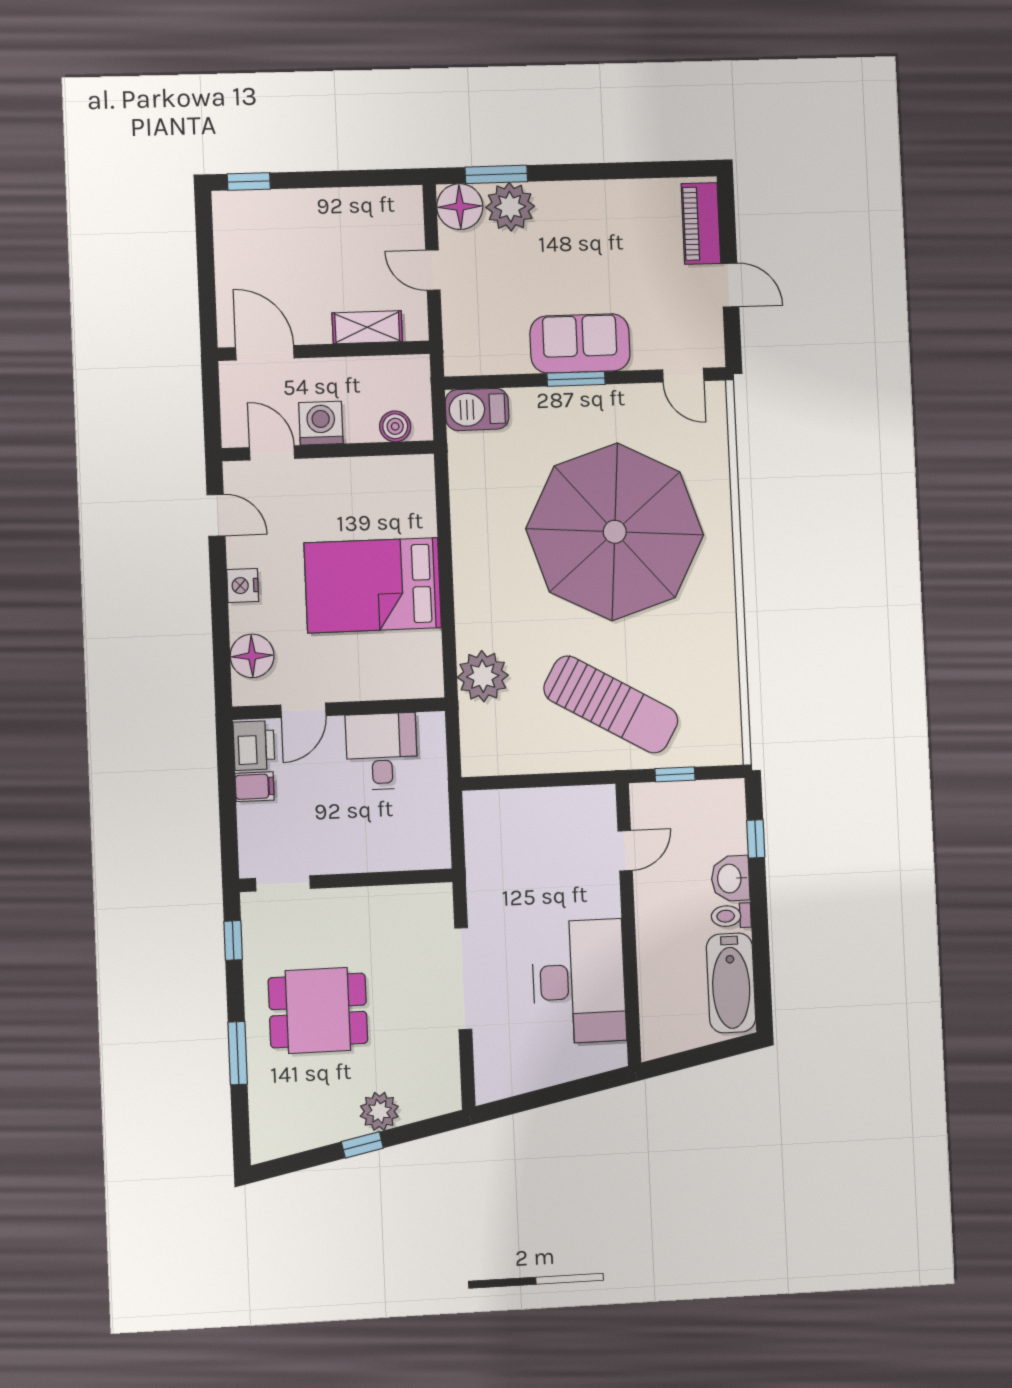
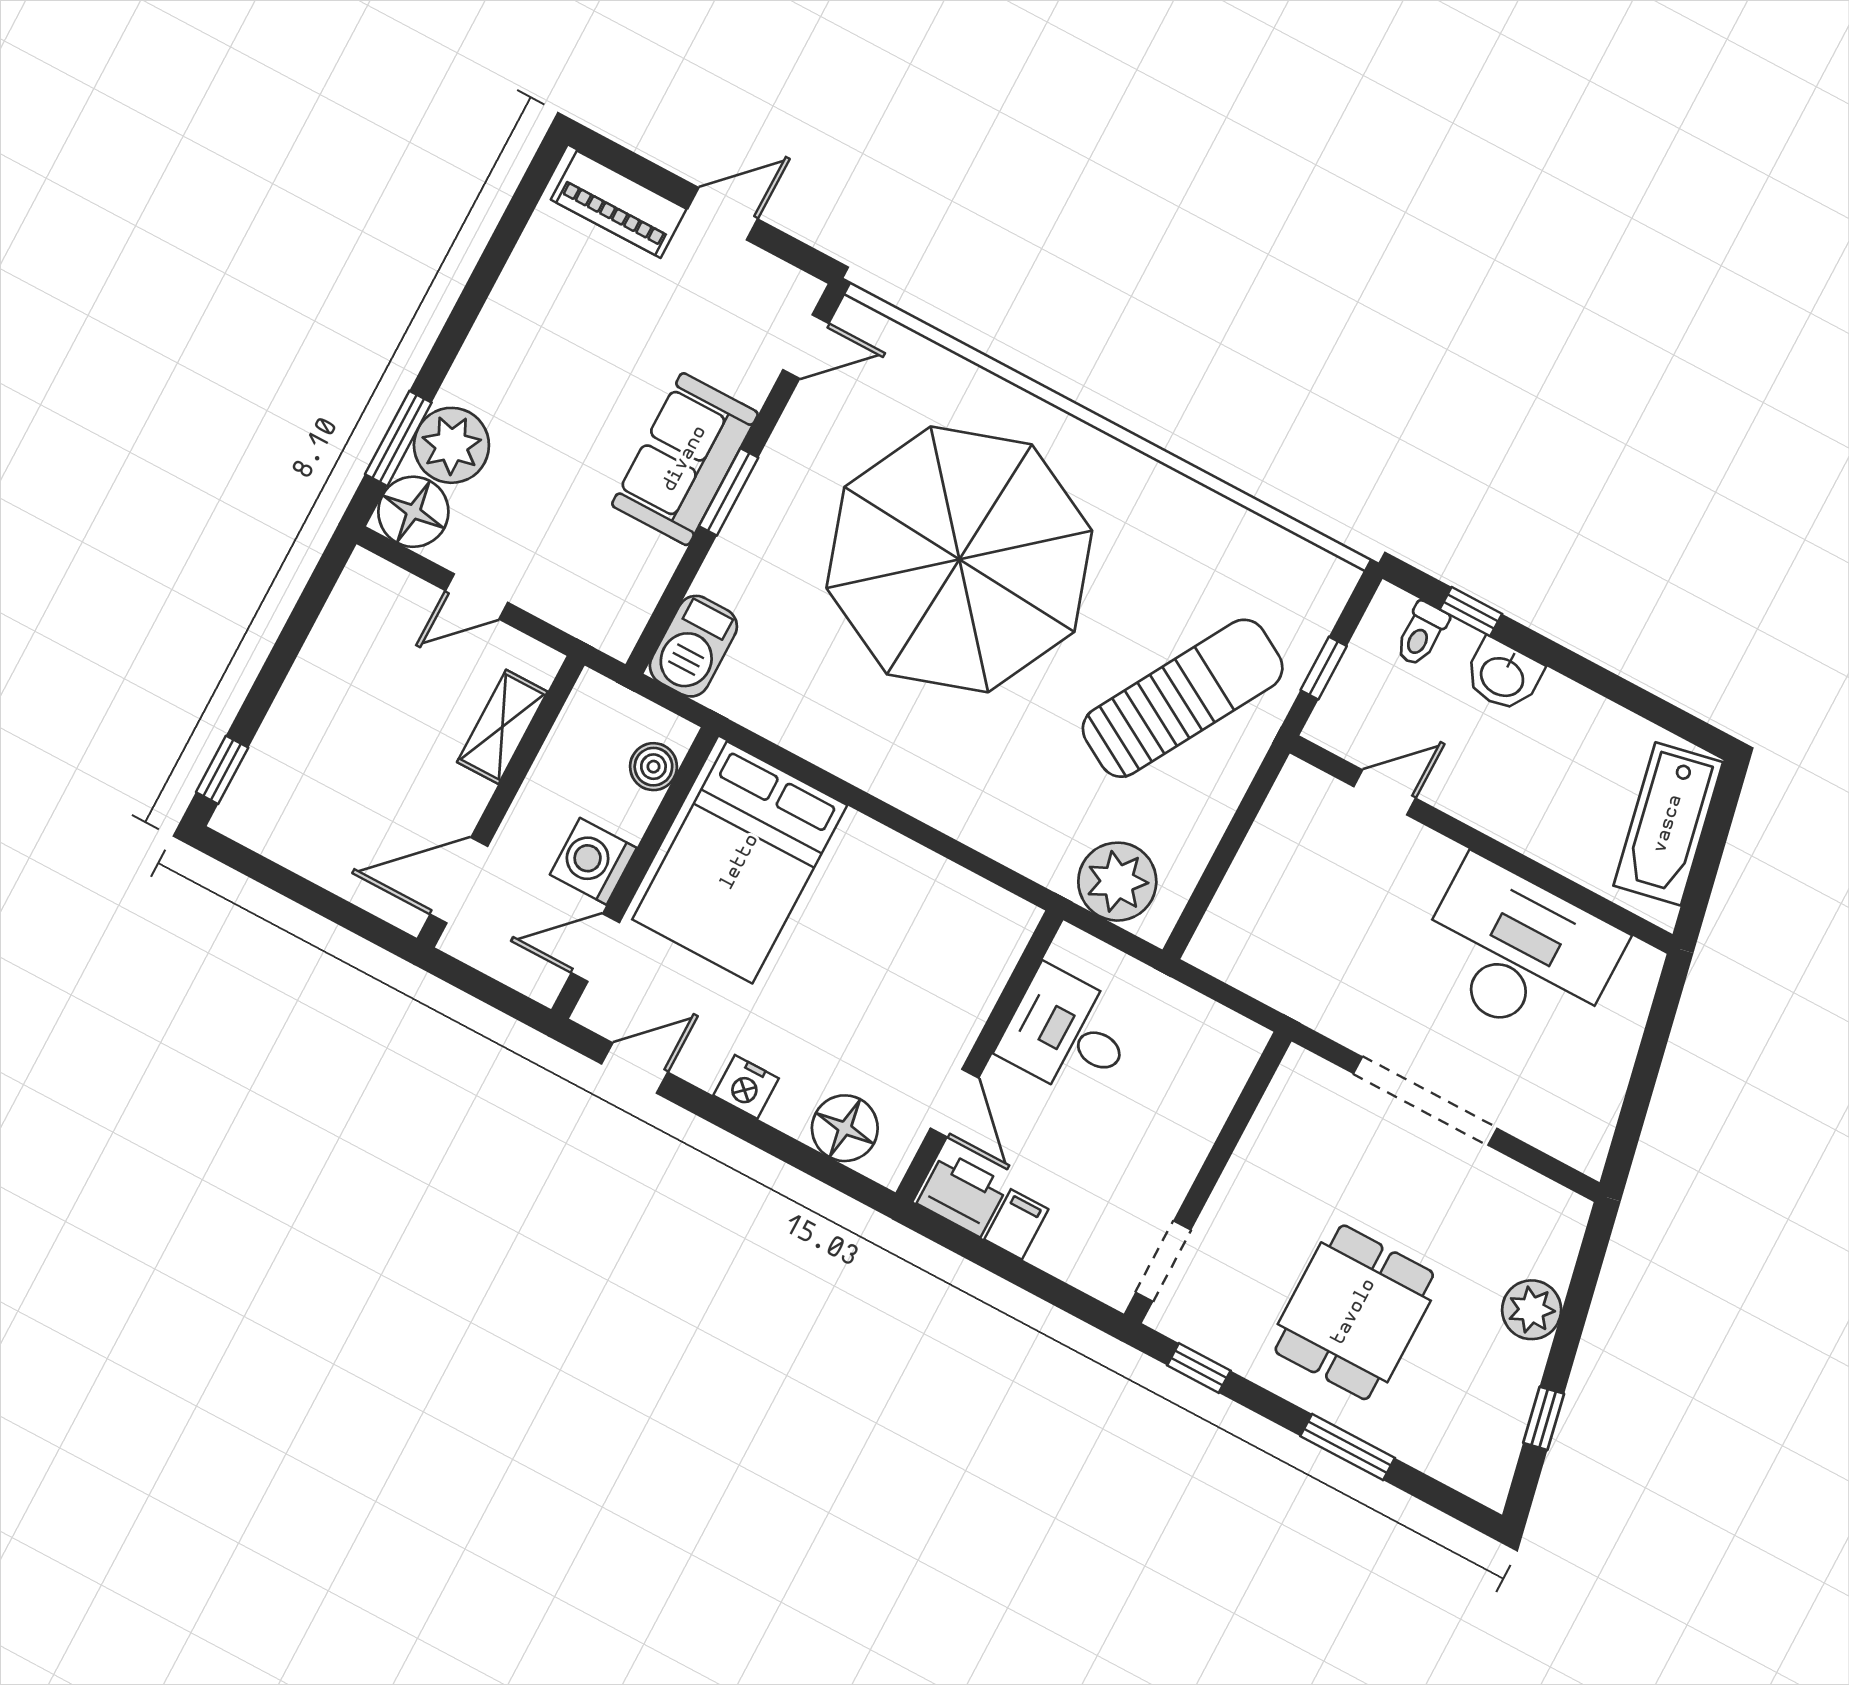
bed: (373, 585) -> (740, 862), moved
plant: (483, 676) -> (1117, 882), moved
door: (625, 851) -> (1385, 792), hinge flipped
toilet: (731, 916) -> (1421, 634), moved
bathtub: (731, 983) -> (1668, 824), moved, turned 78
window: (362, 1145) -> (1544, 1418), moved

